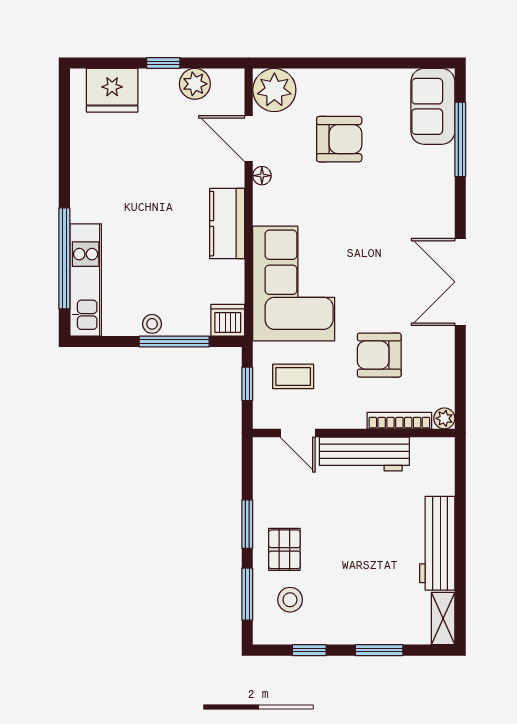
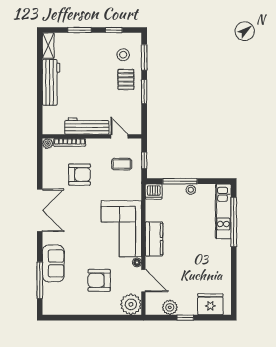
sofa: (433, 106) -> (53, 263), moved
corner sofa: (294, 283) -> (121, 229), moved

